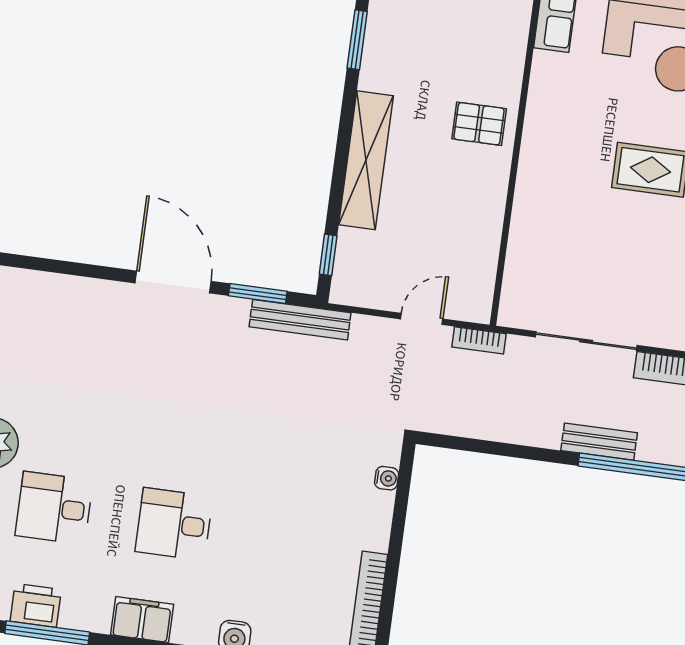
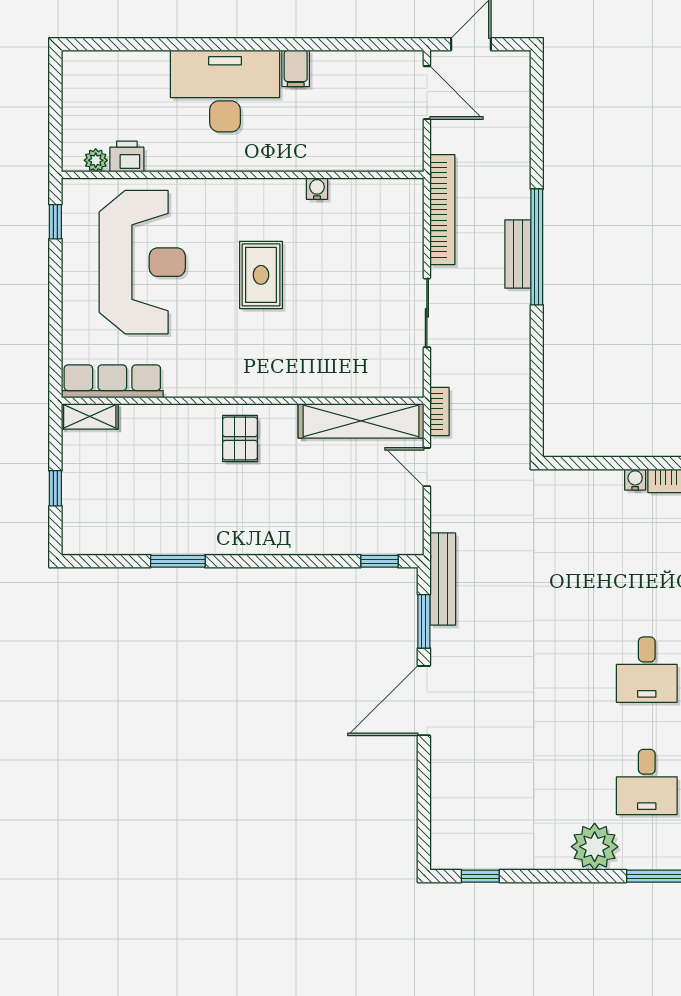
shelving: (366, 160) -> (361, 421), moved
sliding door: (586, 341) -> (427, 313), width x0.73
bench: (599, 442) -> (518, 254), moved
water cooler: (387, 478) -> (635, 480), moved

